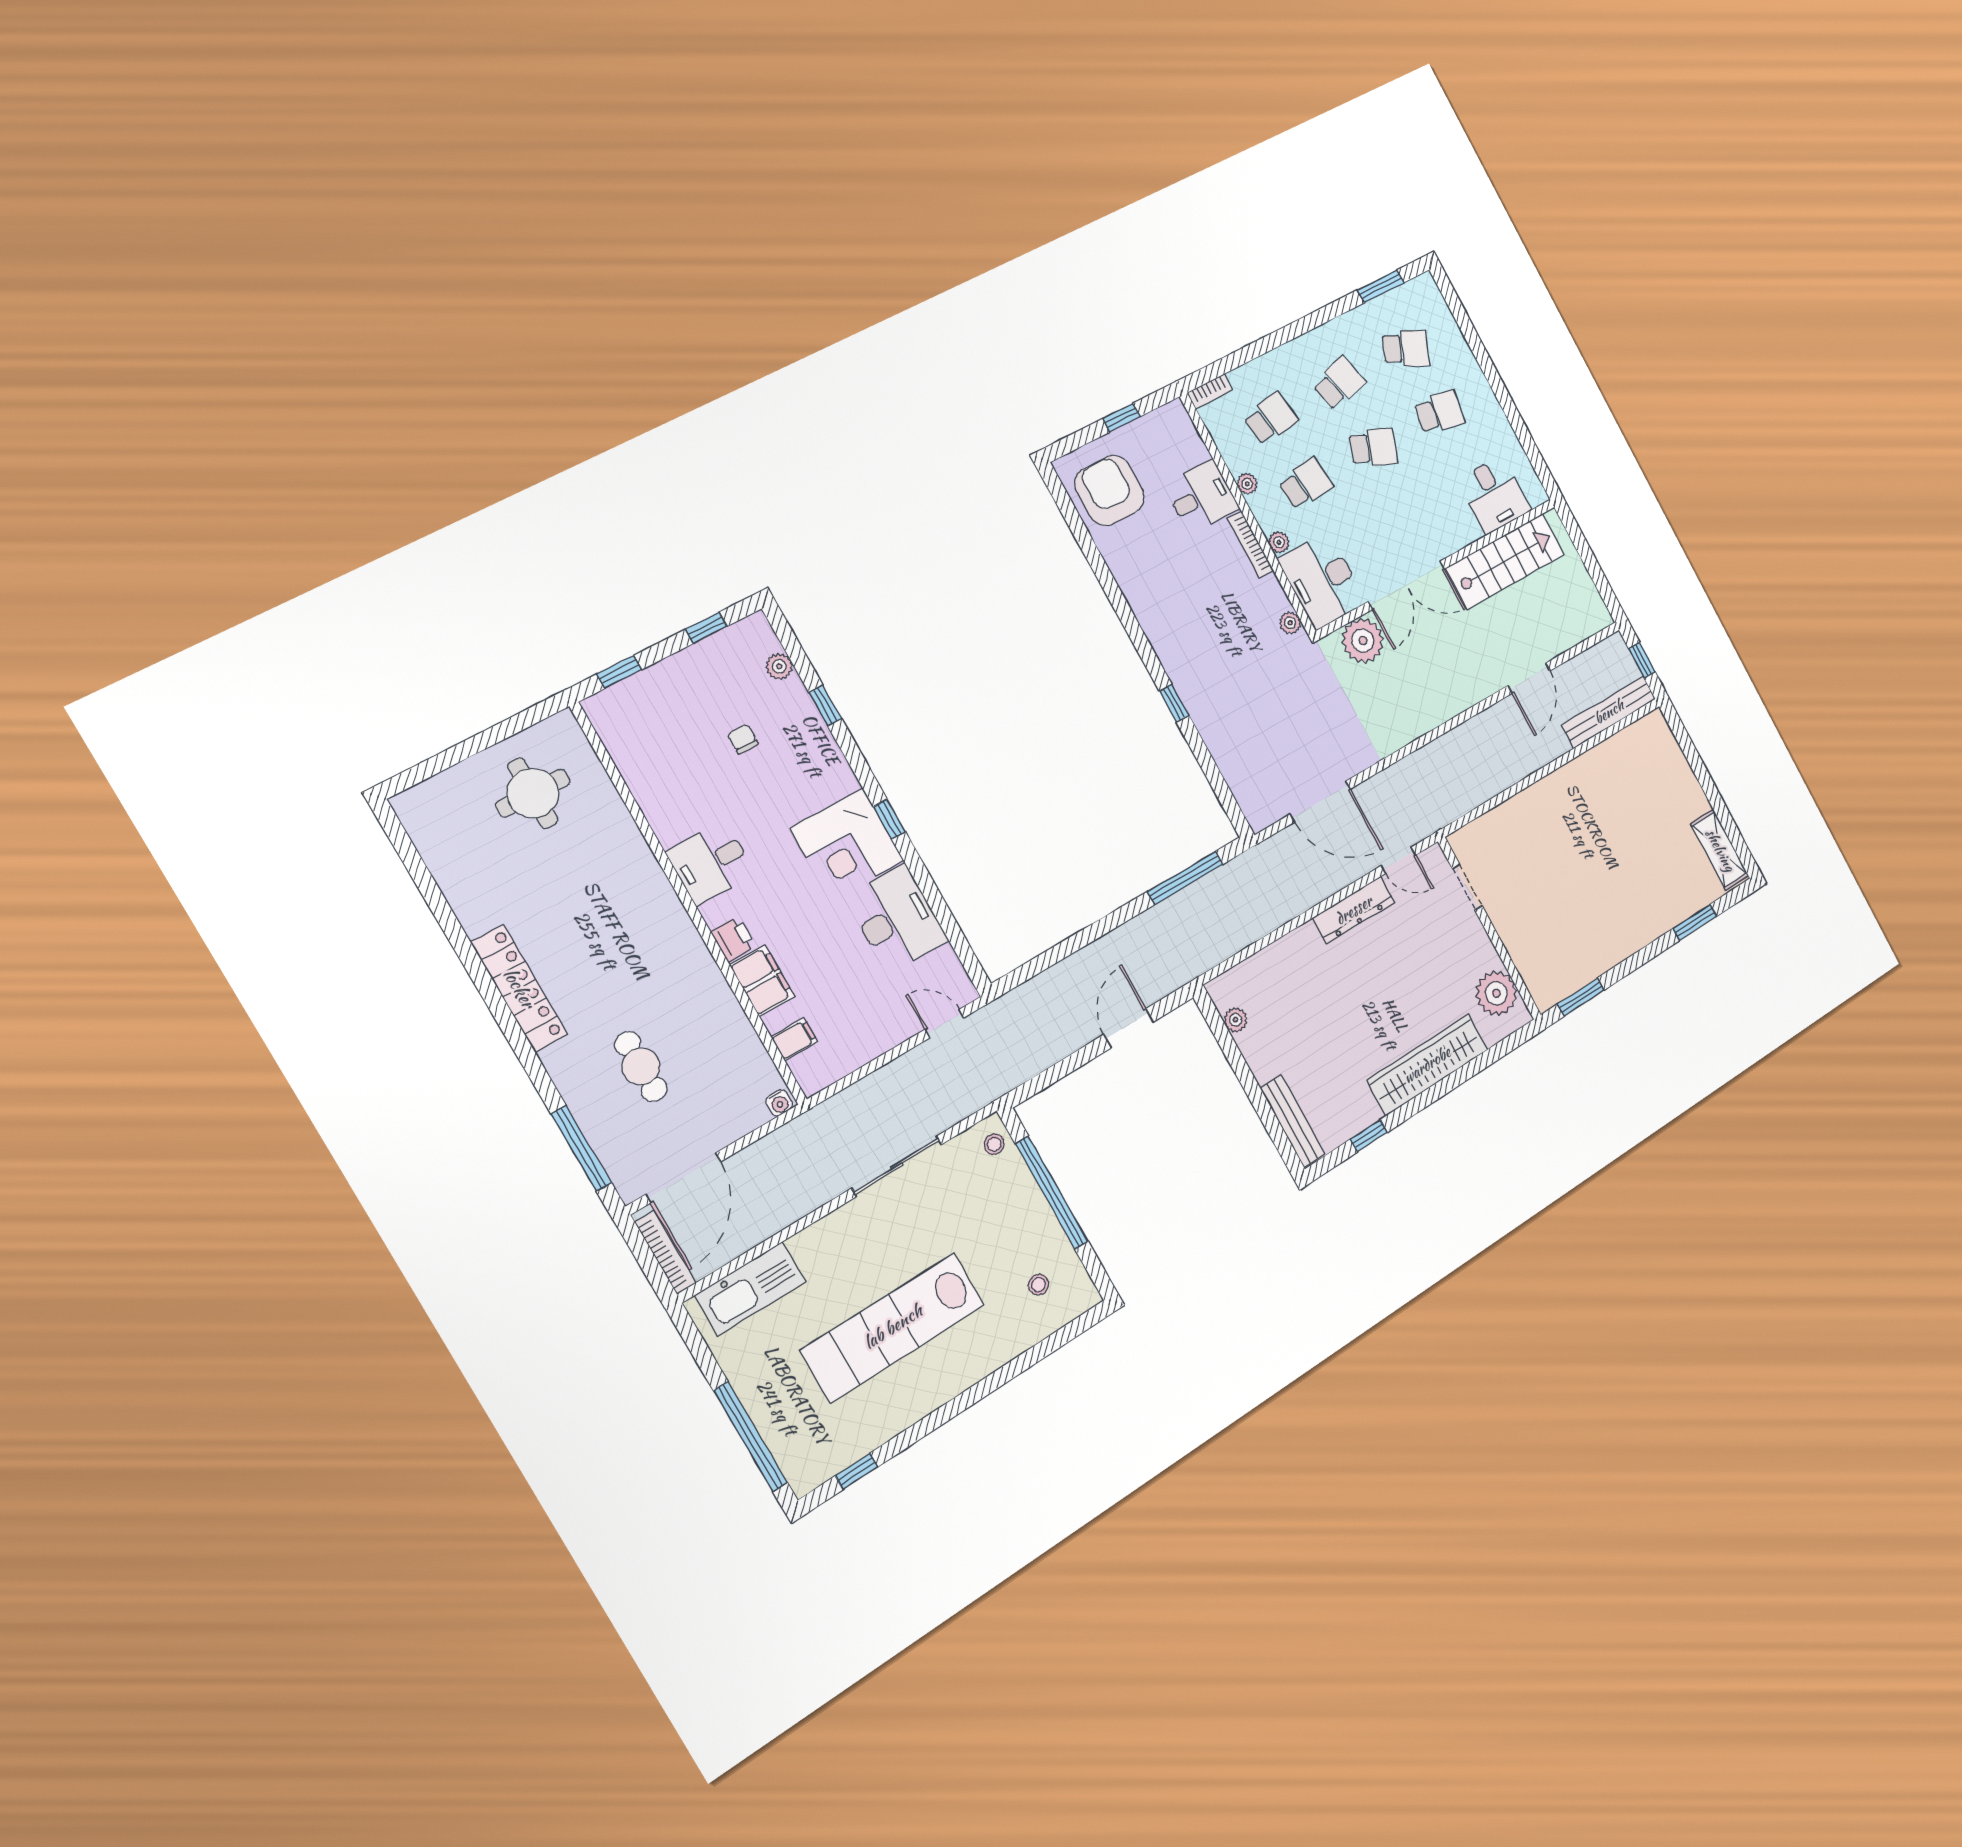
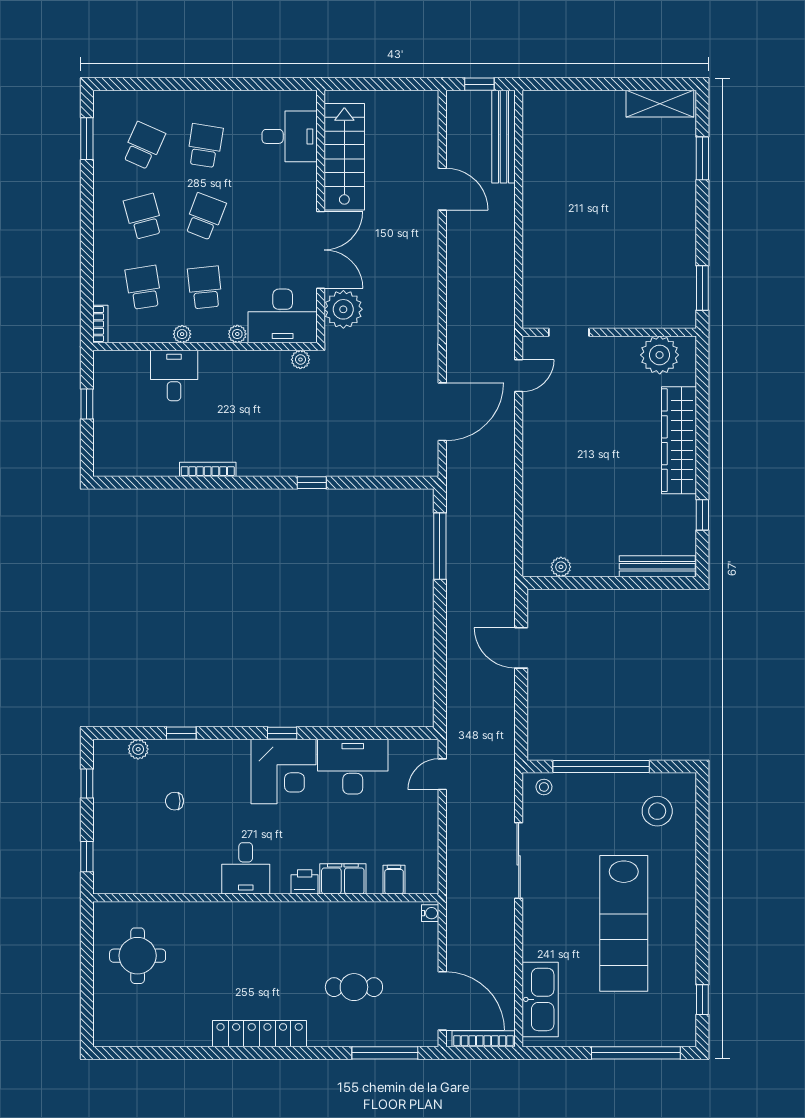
armchair: (1109, 491) -> (135, 443), removed
bookcase: (1250, 544) -> (208, 469), moved, turned 180
dresser: (1354, 910) -> (535, 432), removed
stool: (1038, 1285) -> (657, 811), width x1.89, depth x1.89

